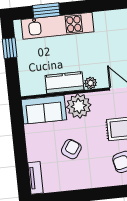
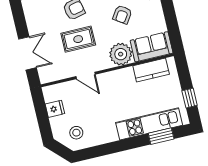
kitchen counter: (64, 83) -> (151, 70), moved
plant: (91, 83) -> (113, 76), removed

